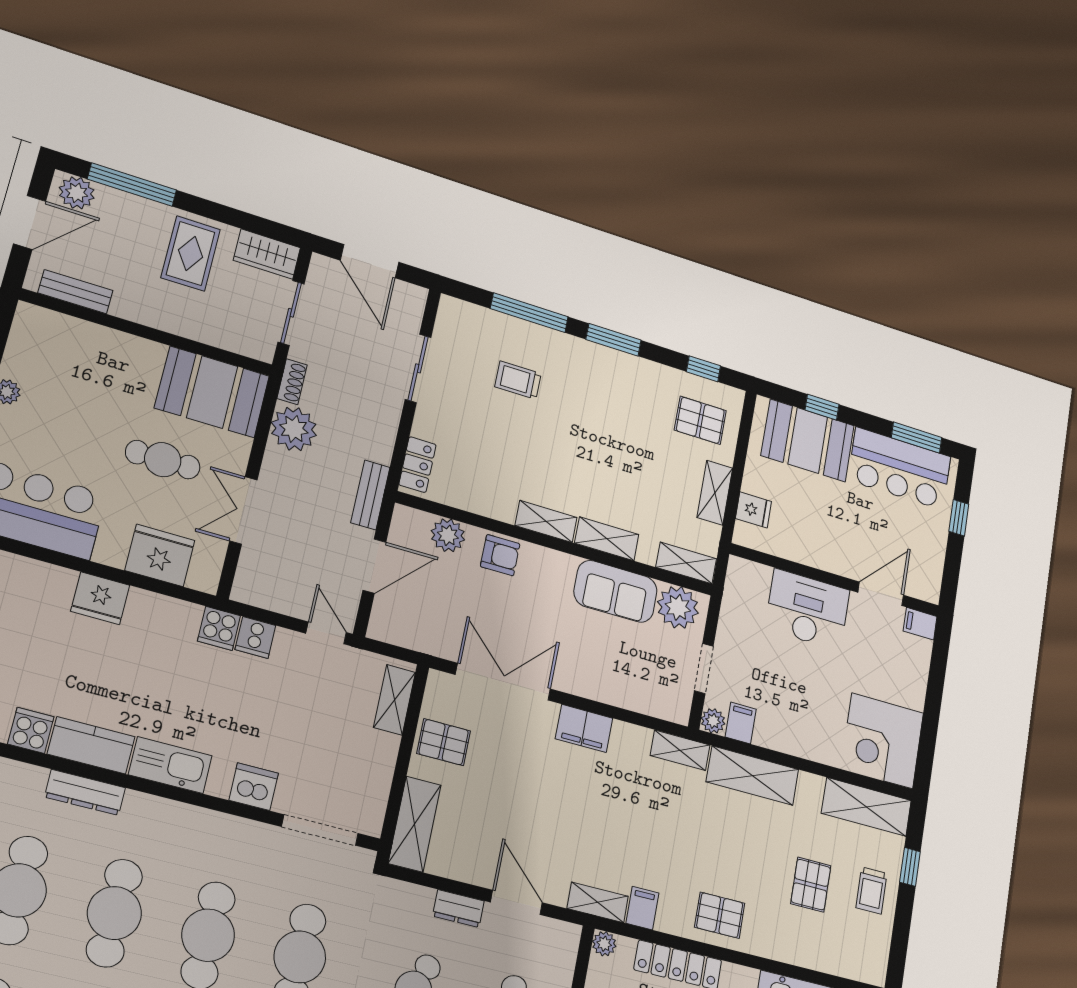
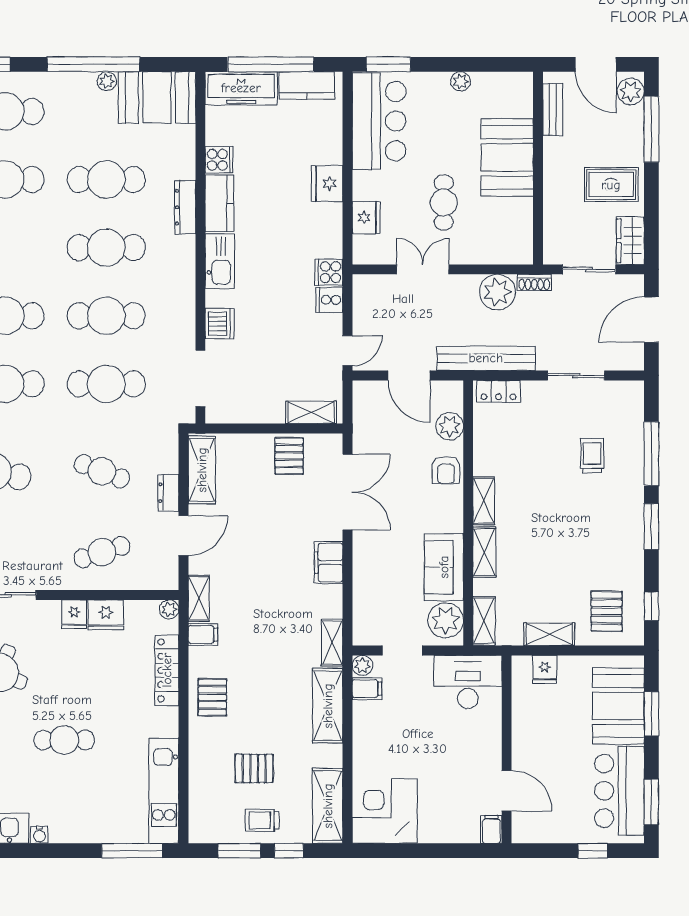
booth: (212, 392) -> (507, 157), moved
window: (822, 407) -> (651, 714), width x1.50
bench: (370, 495) -> (486, 358), width x1.86, depth x1.21
fridge: (160, 555) -> (366, 218), width x0.73, depth x0.75
desk: (807, 609) -> (468, 682), moved, turned -90
shelving: (415, 824) -> (202, 470), moved, turned 90
window: (902, 927) -> (239, 851), added

